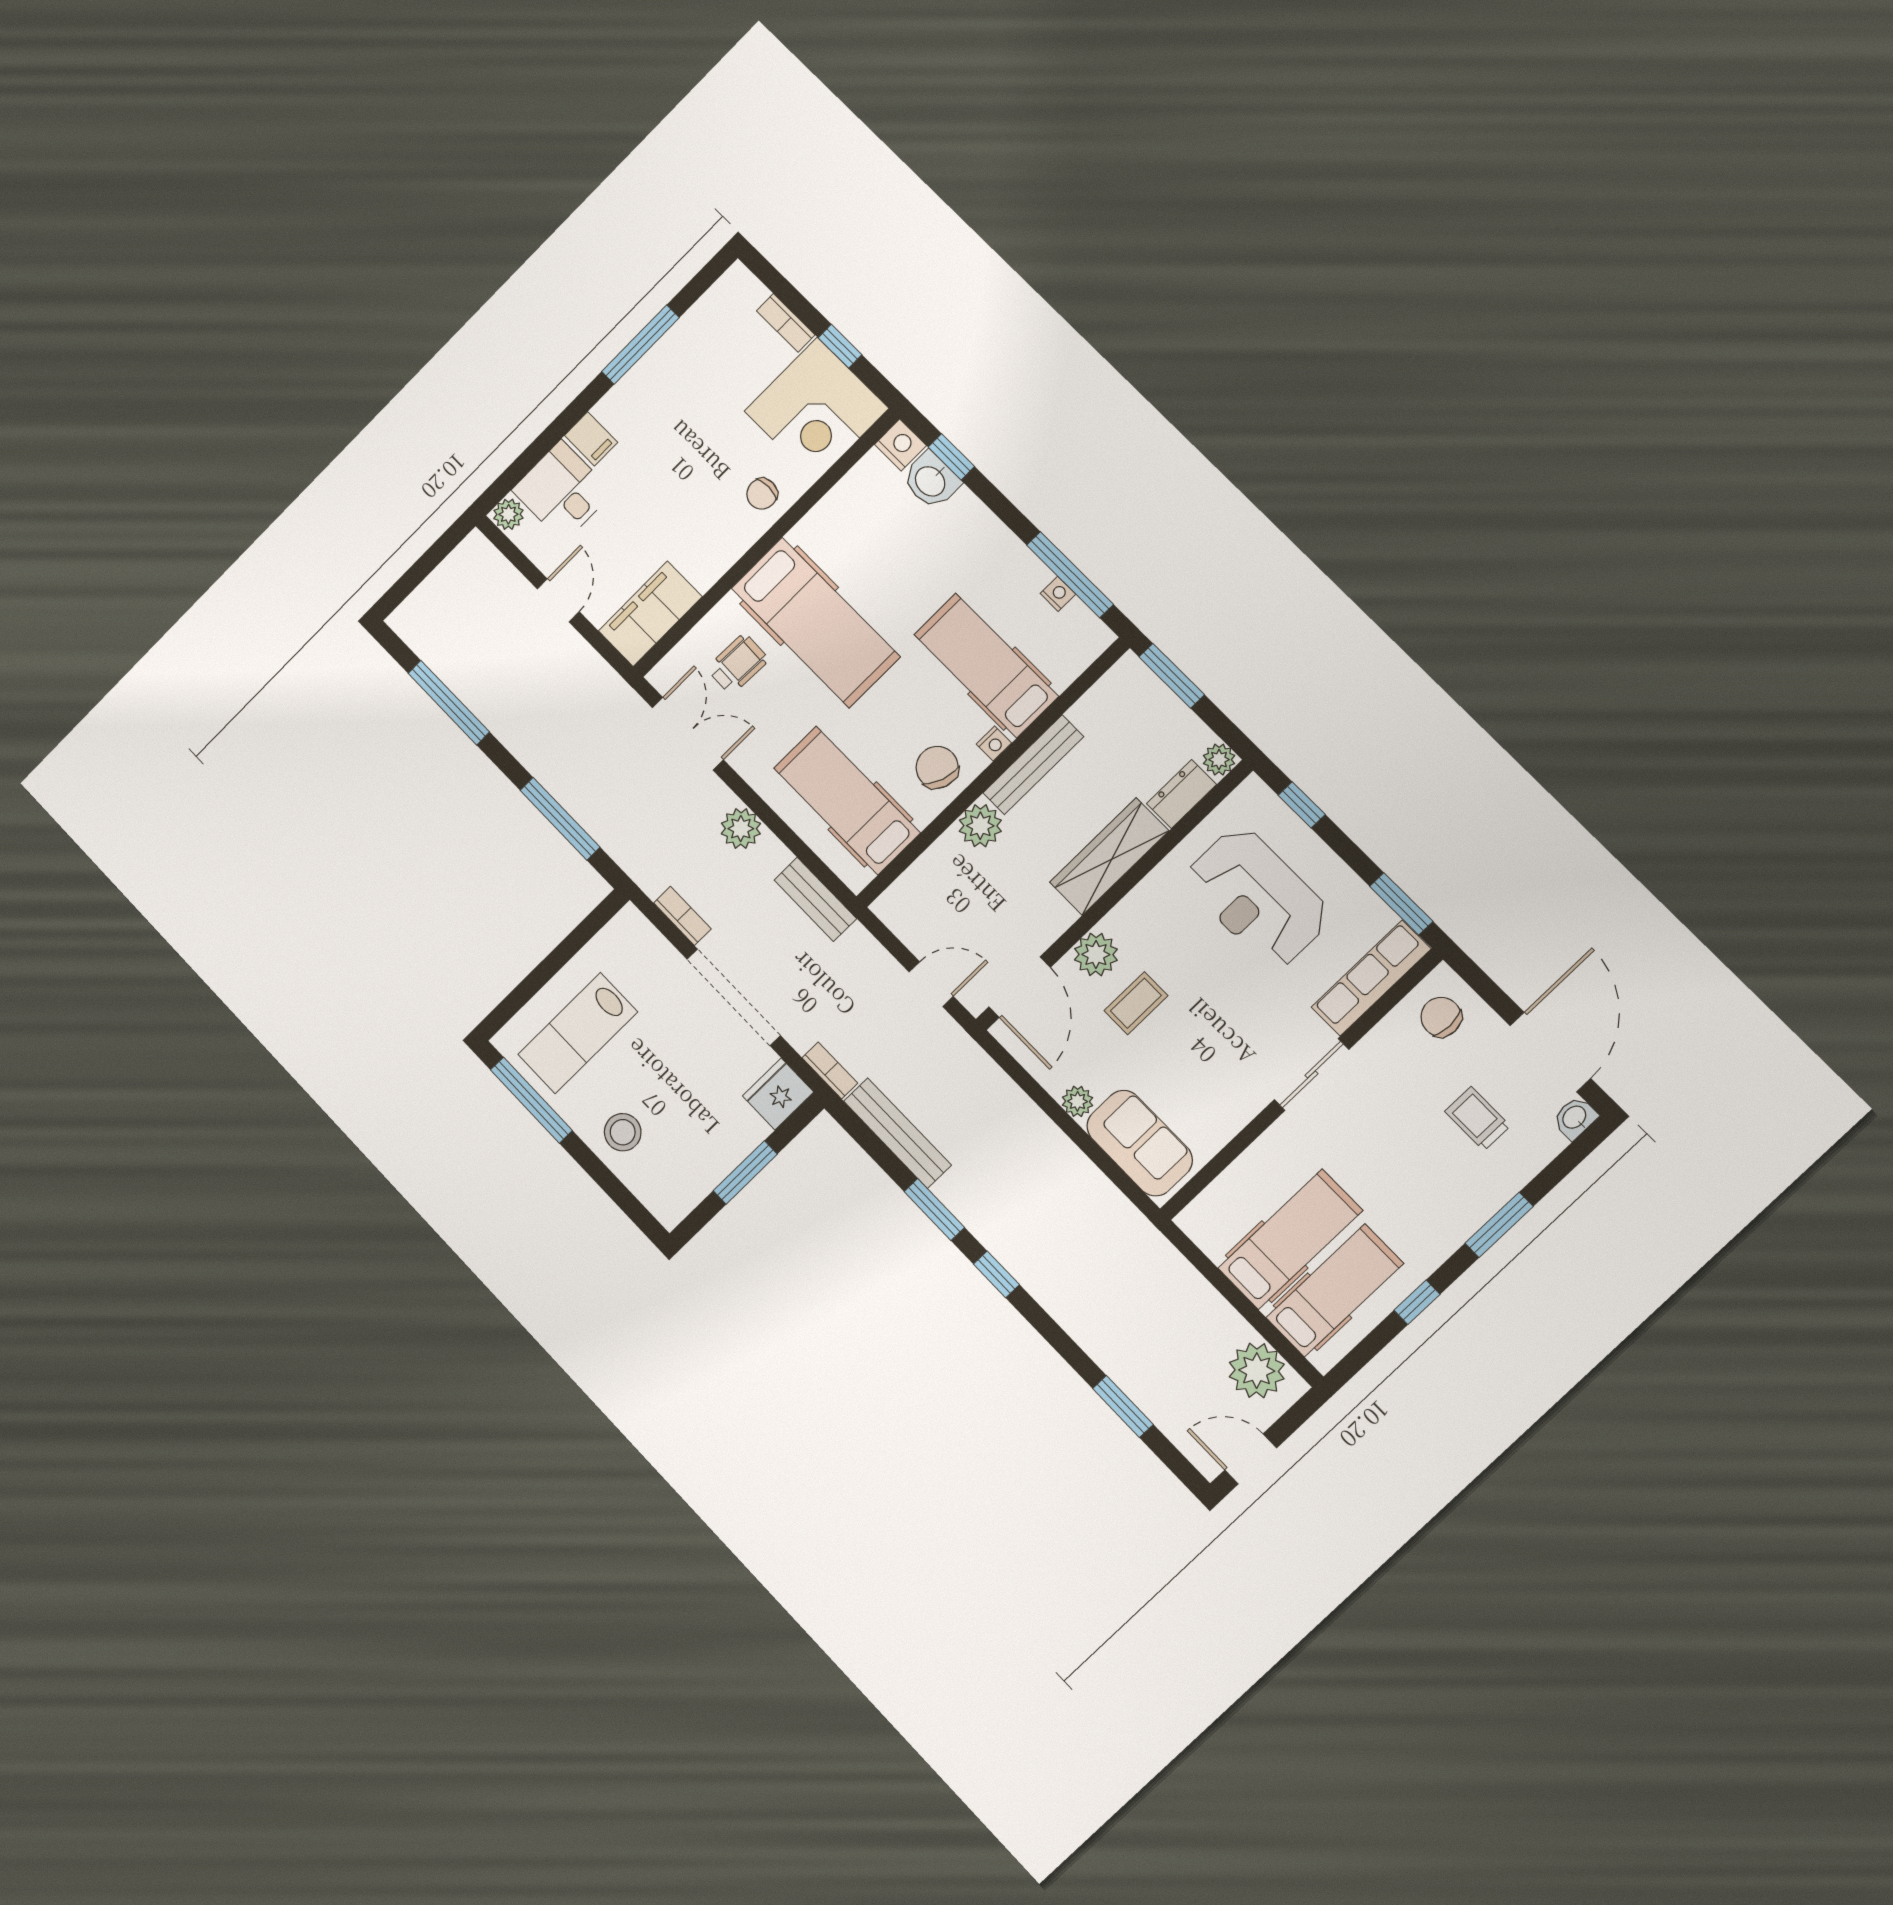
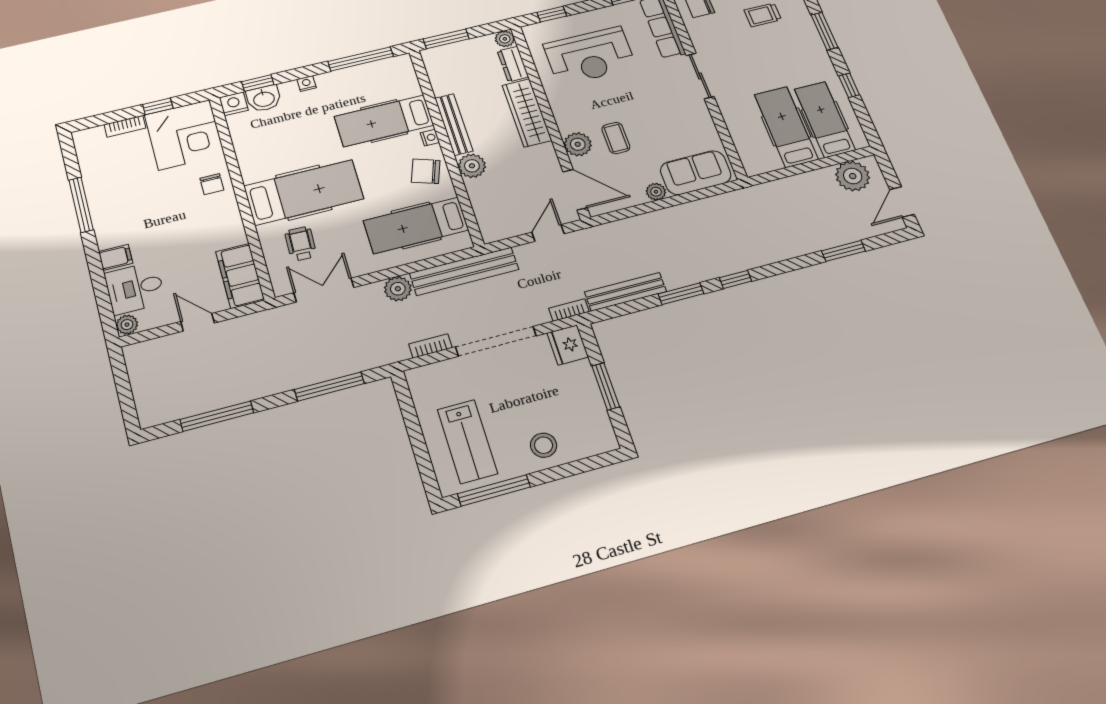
nightstand: (1058, 594) -> (307, 84), moved
bench: (815, 899) -> (464, 271), width x1.86, depth x1.21

